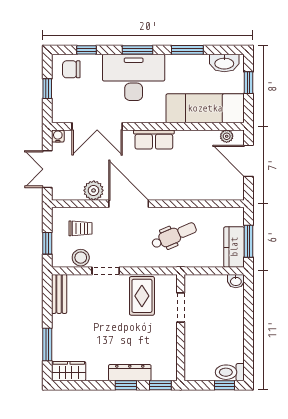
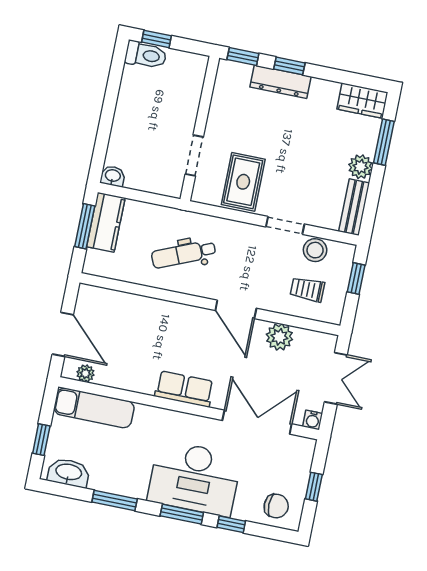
window: (87, 50) -> (231, 524), moved
exam couch: (205, 108) -> (94, 408), width x0.73, depth x0.69
door: (129, 204) -> (236, 309), width x0.73
plant: (60, 324) -> (361, 167), added

